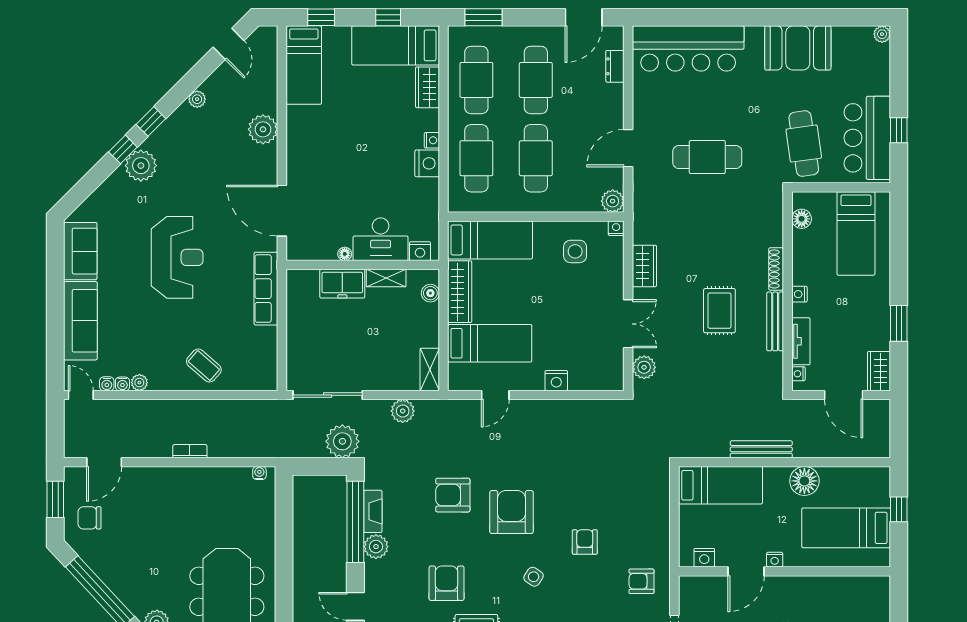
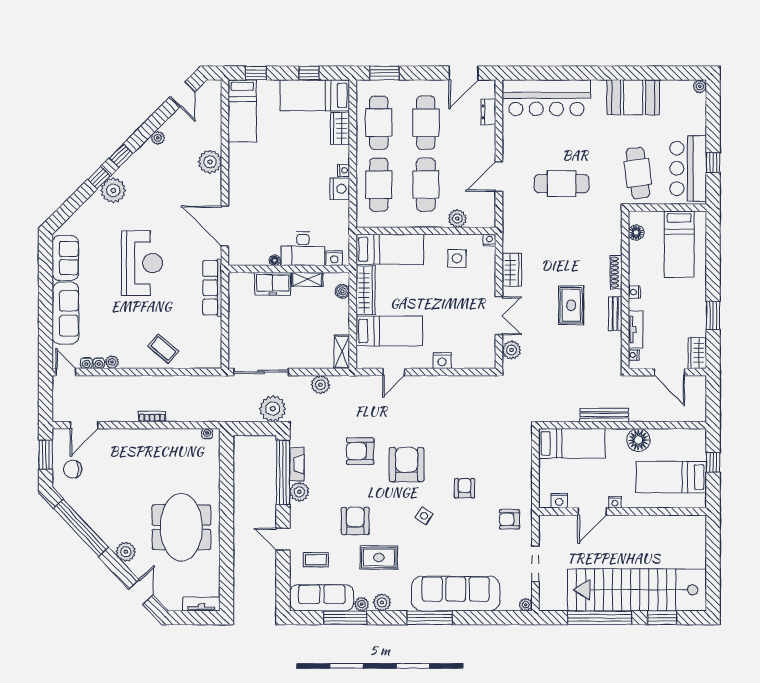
plant: (613, 201) -> (457, 219), moved
bench: (775, 321) -> (615, 314), width x0.73

